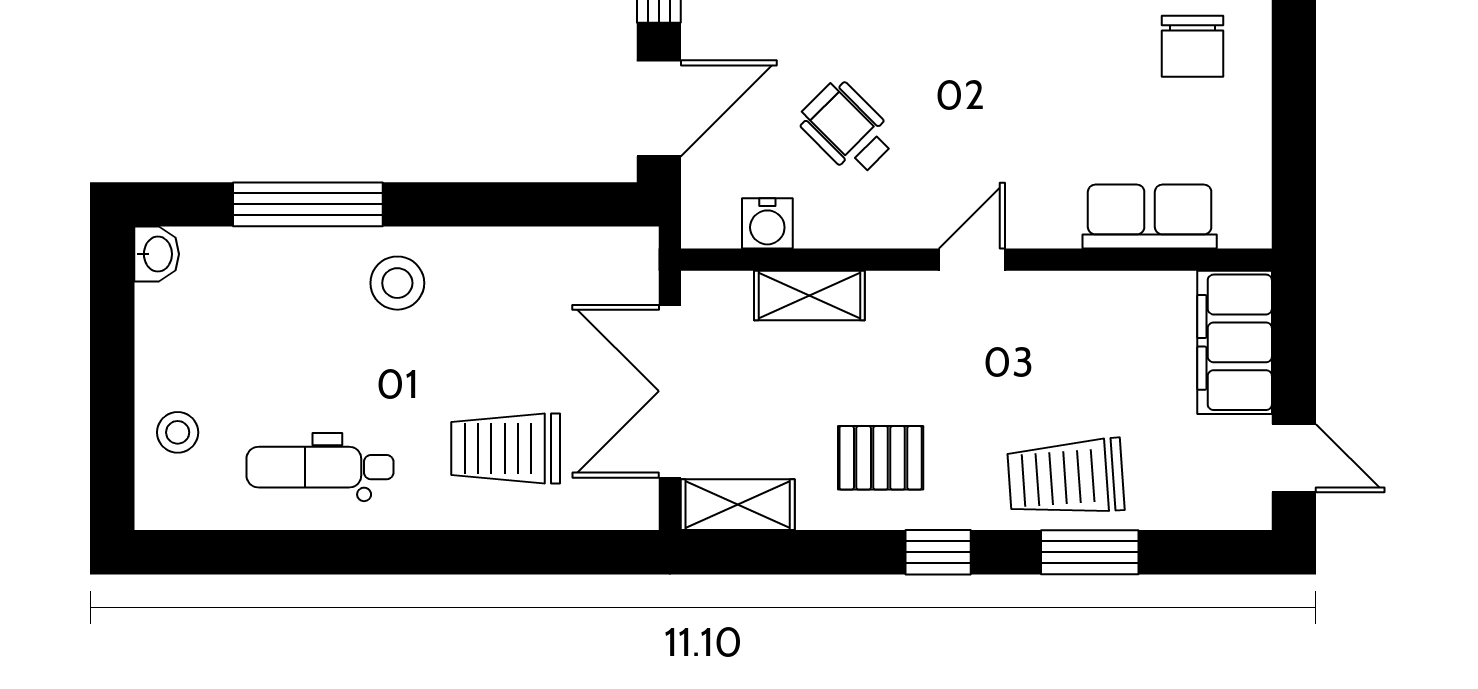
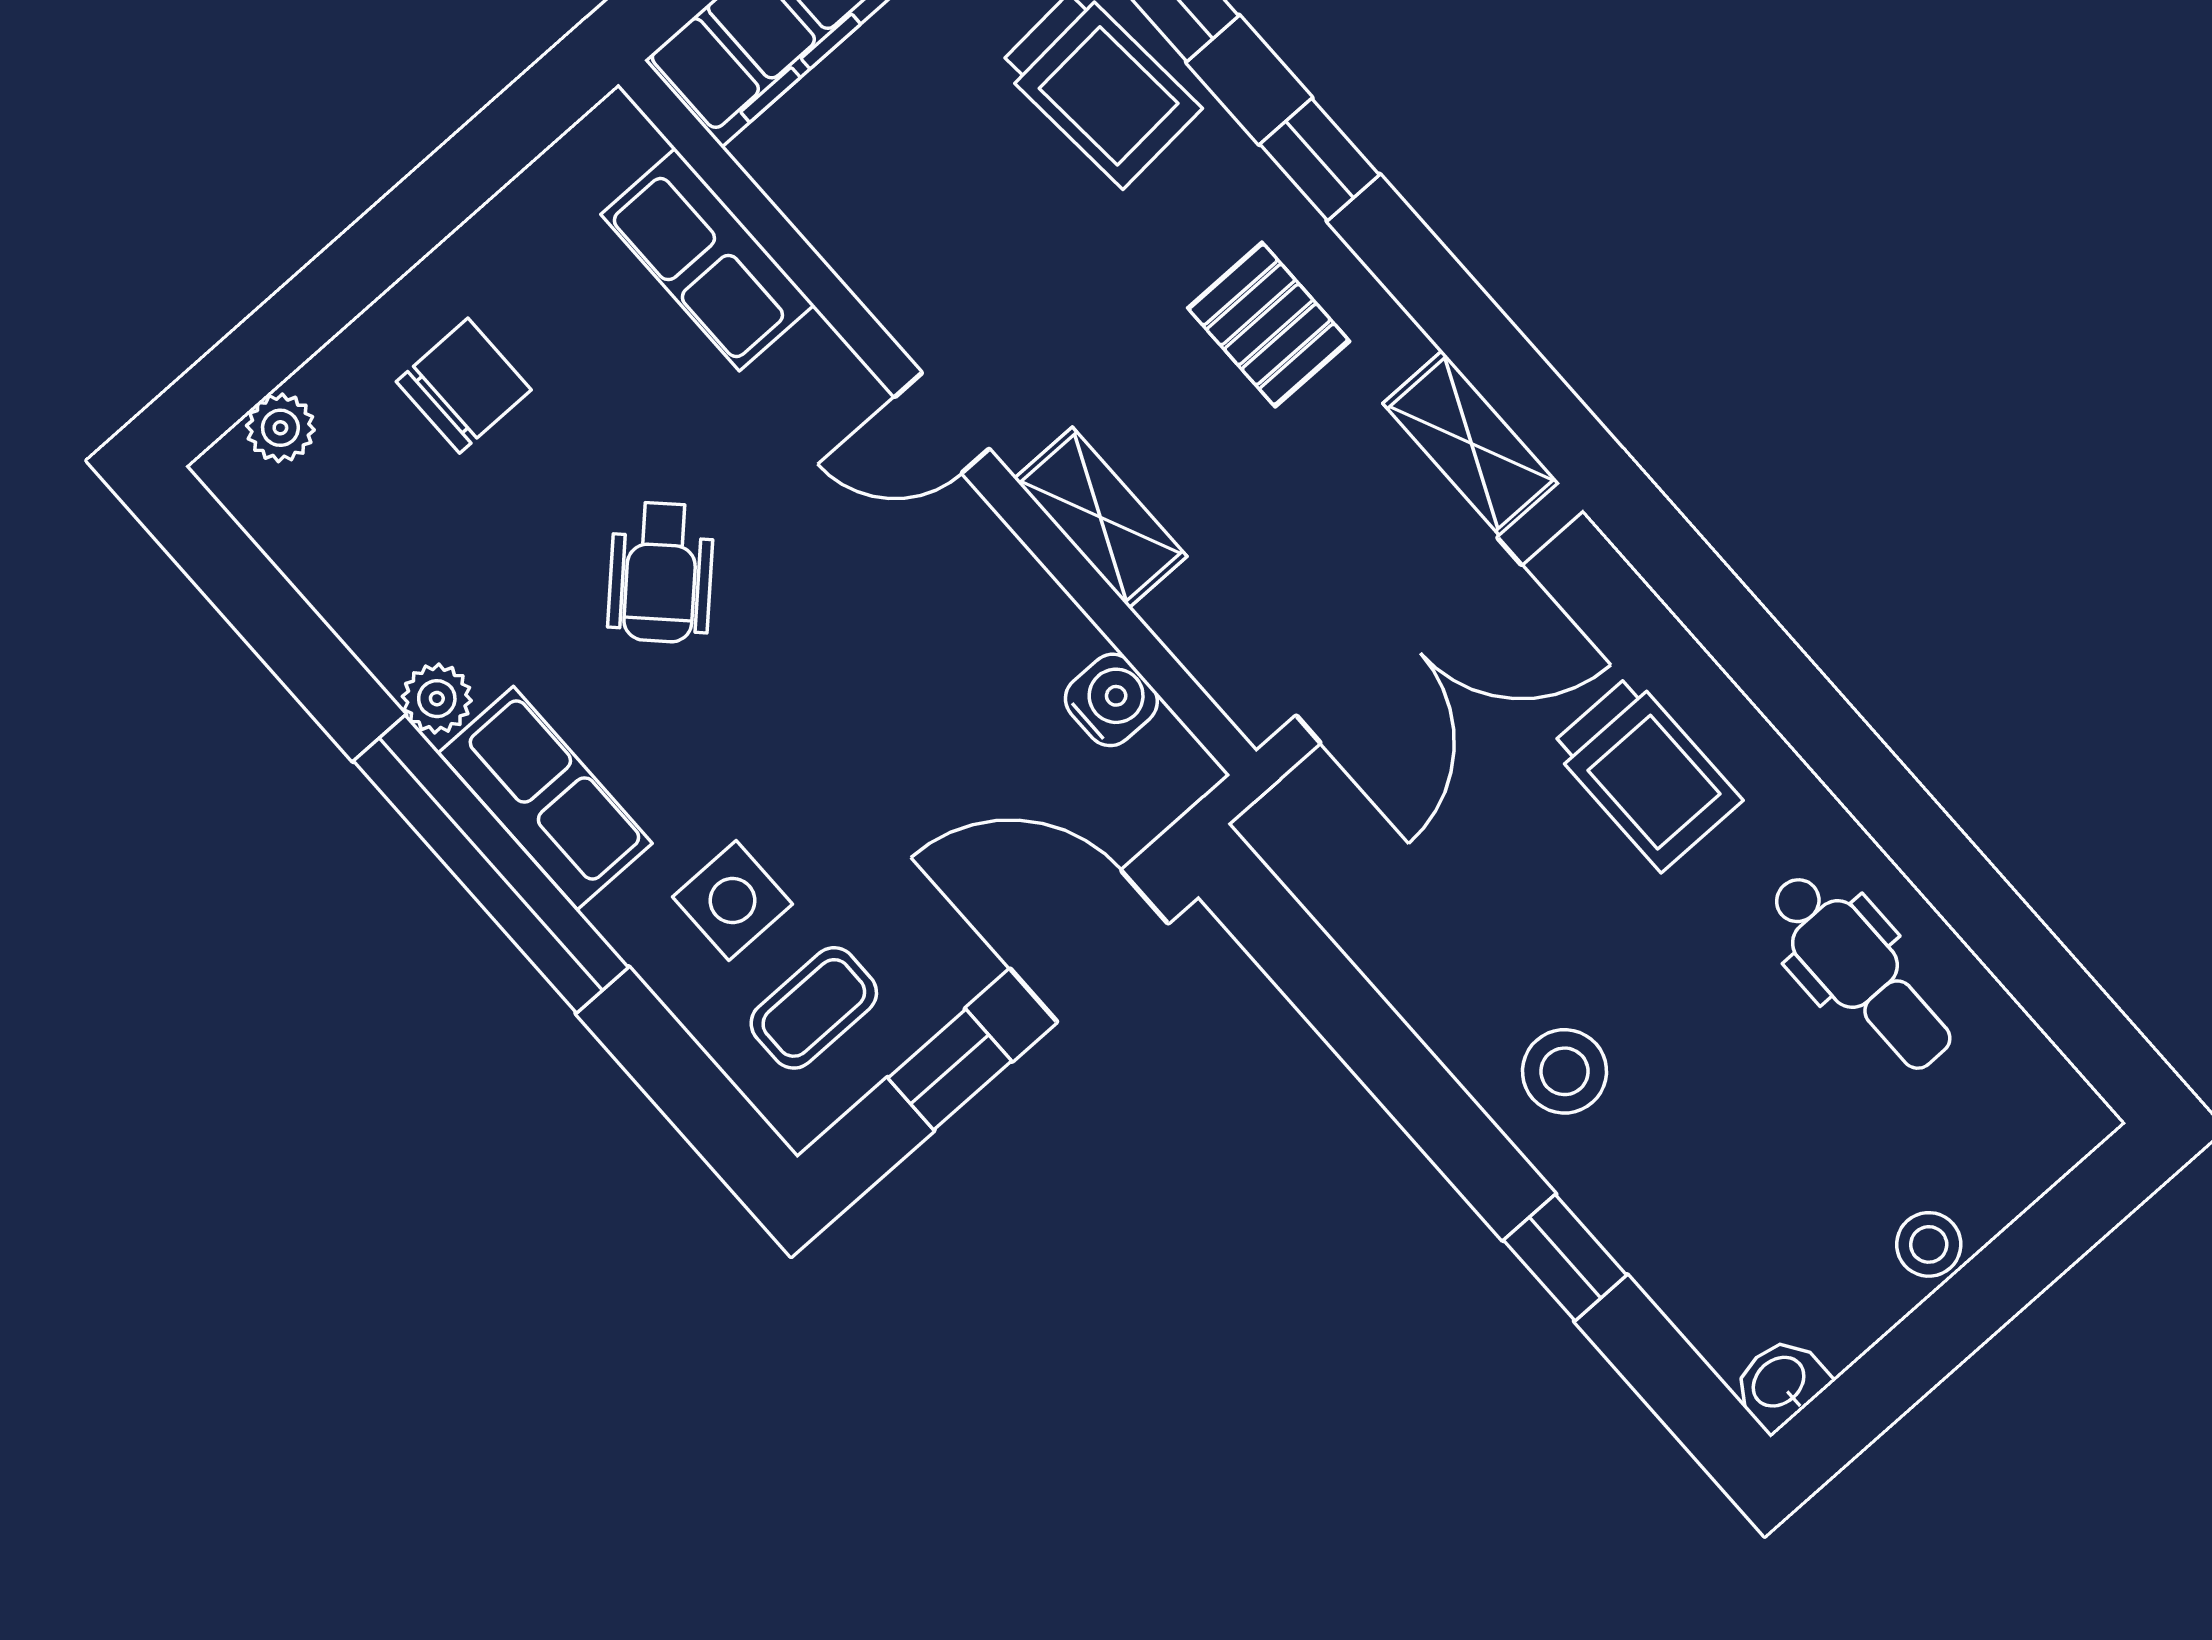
wheelchair: (847, 128) -> (661, 572), moved
window: (308, 204) -> (1565, 1258), width x0.46
shelving: (809, 296) -> (1101, 517), moved
stool: (178, 432) -> (1929, 1244), moved

